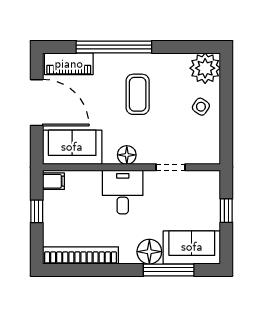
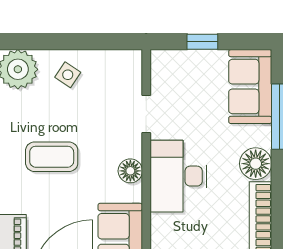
desk: (123, 192) -> (178, 176), width x1.37
floor lamp: (149, 252) -> (256, 164), moved

